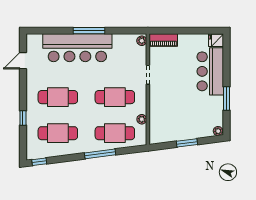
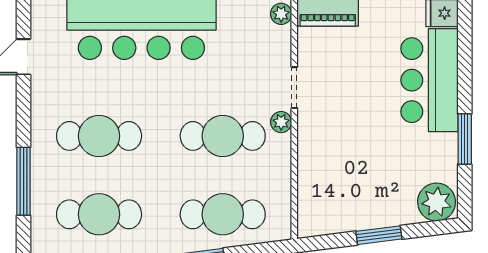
window: (23, 118) -> (24, 181), width x2.17
plant: (142, 119) -> (281, 122), moved
plant: (218, 131) -> (437, 202), width x1.88, depth x1.88

